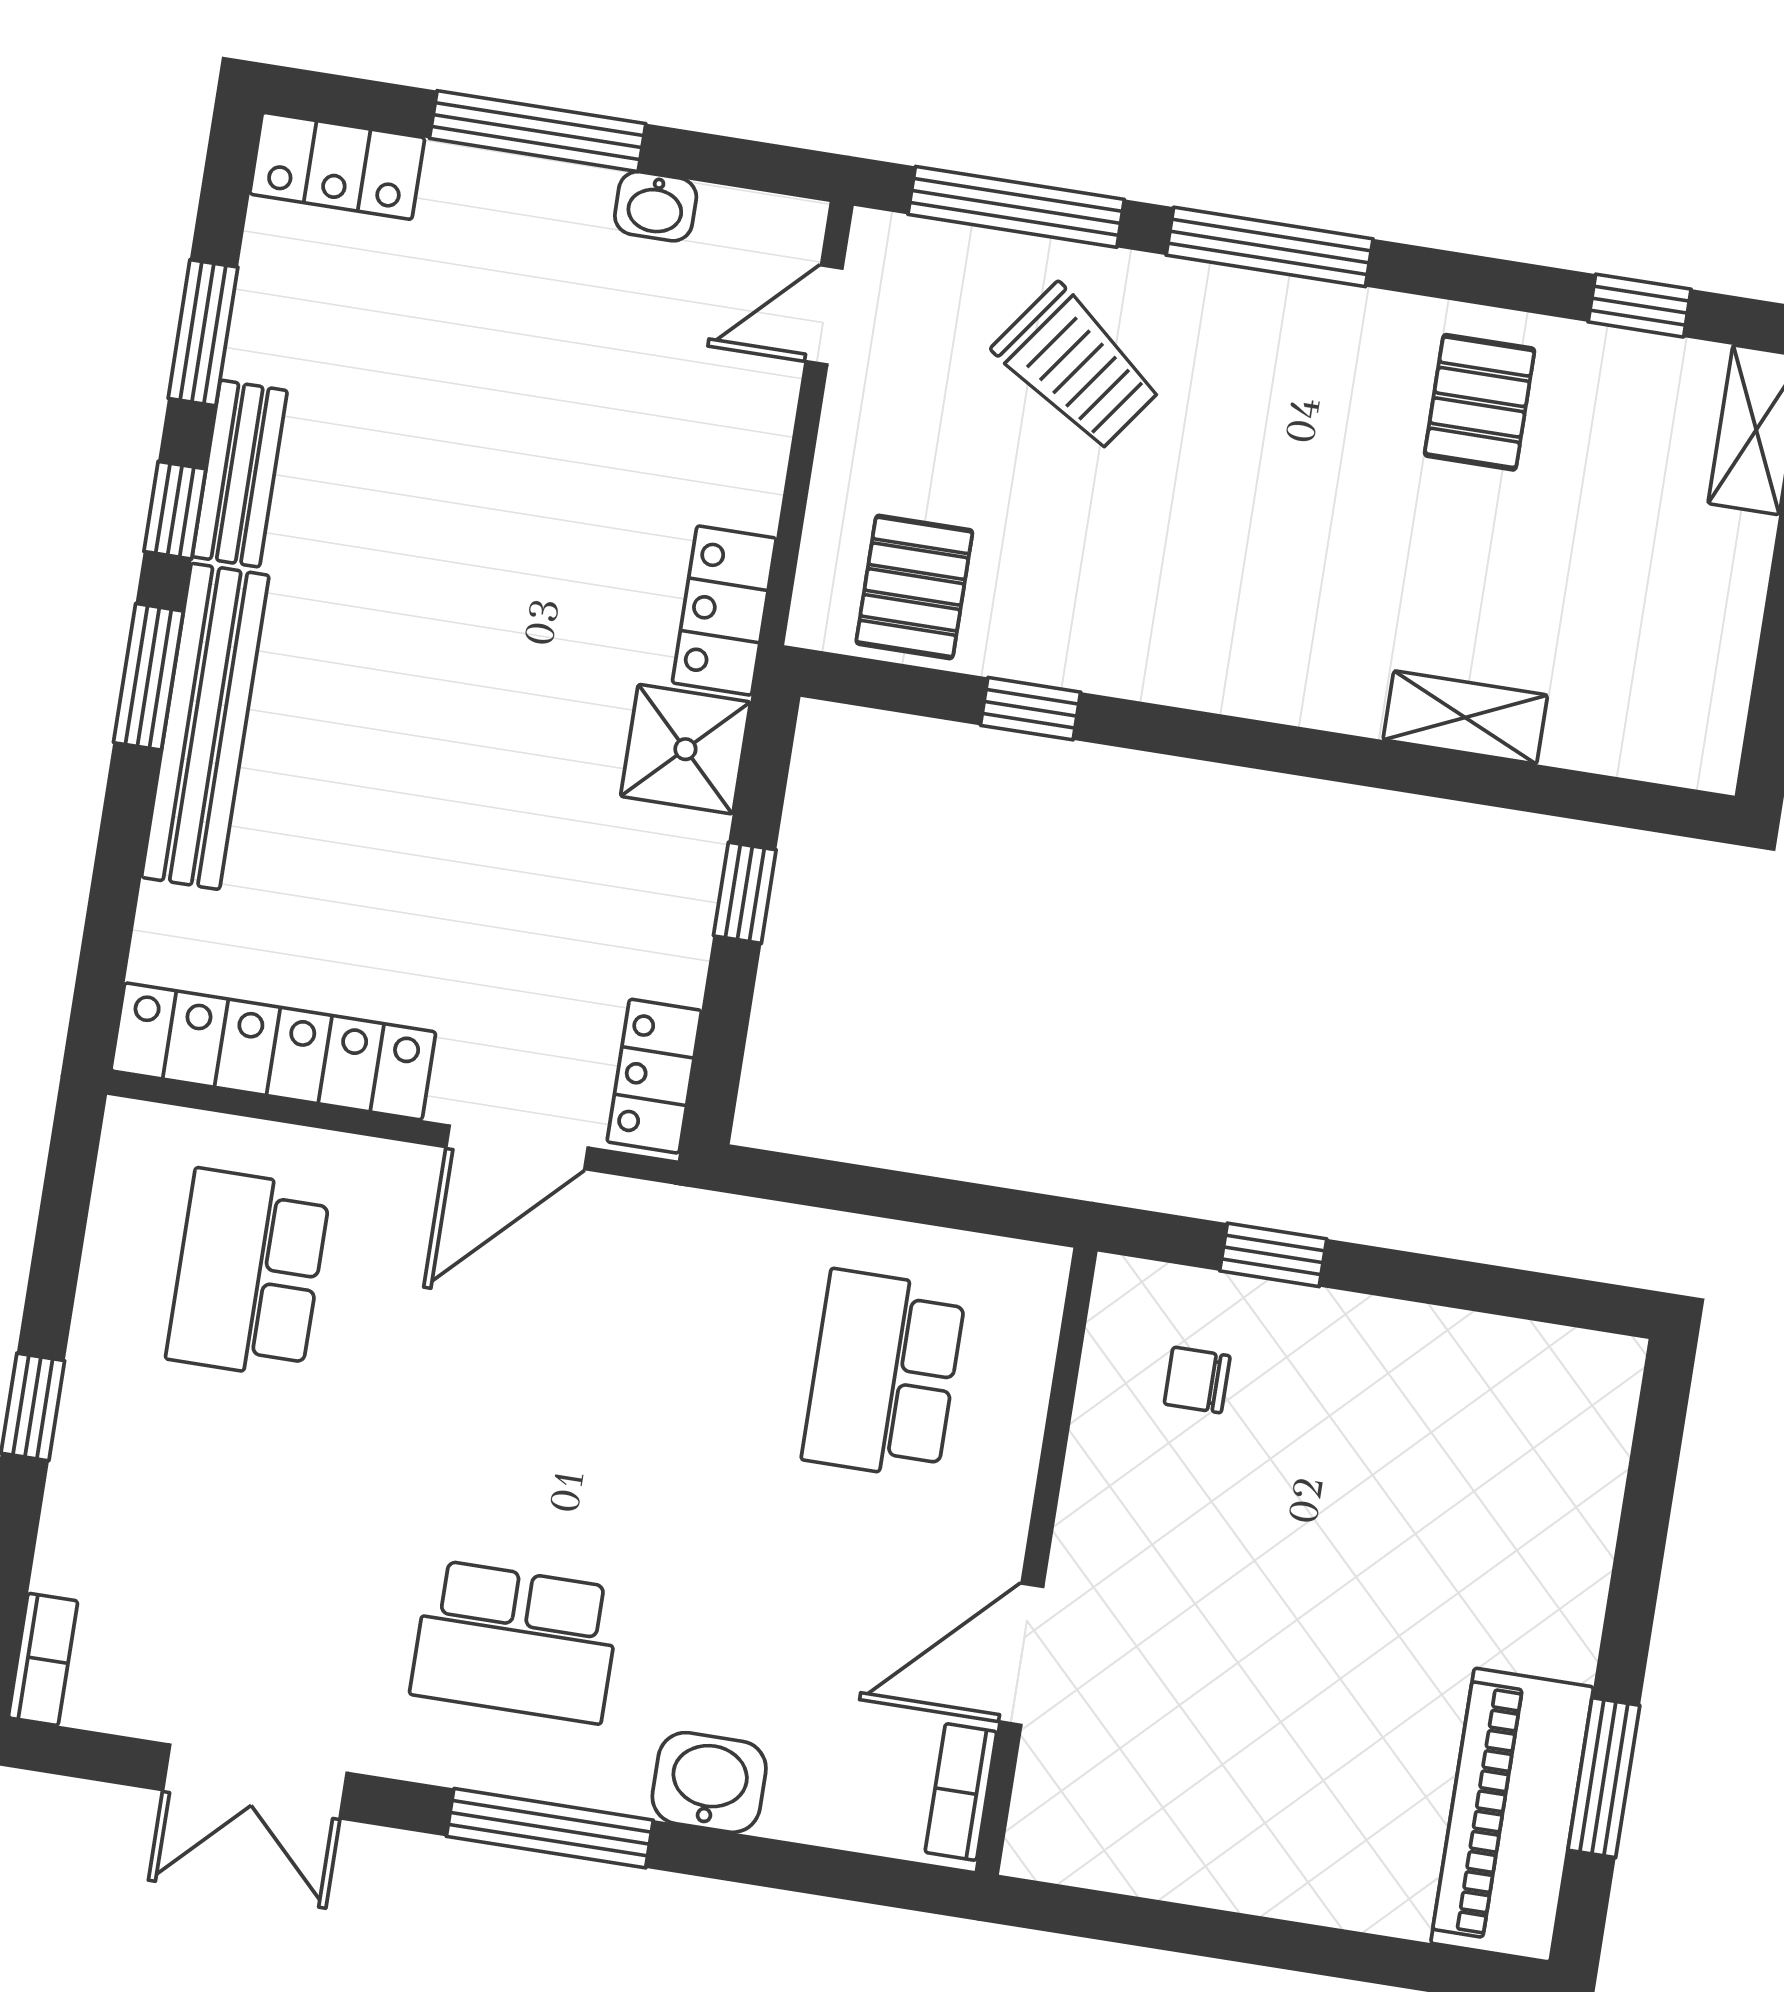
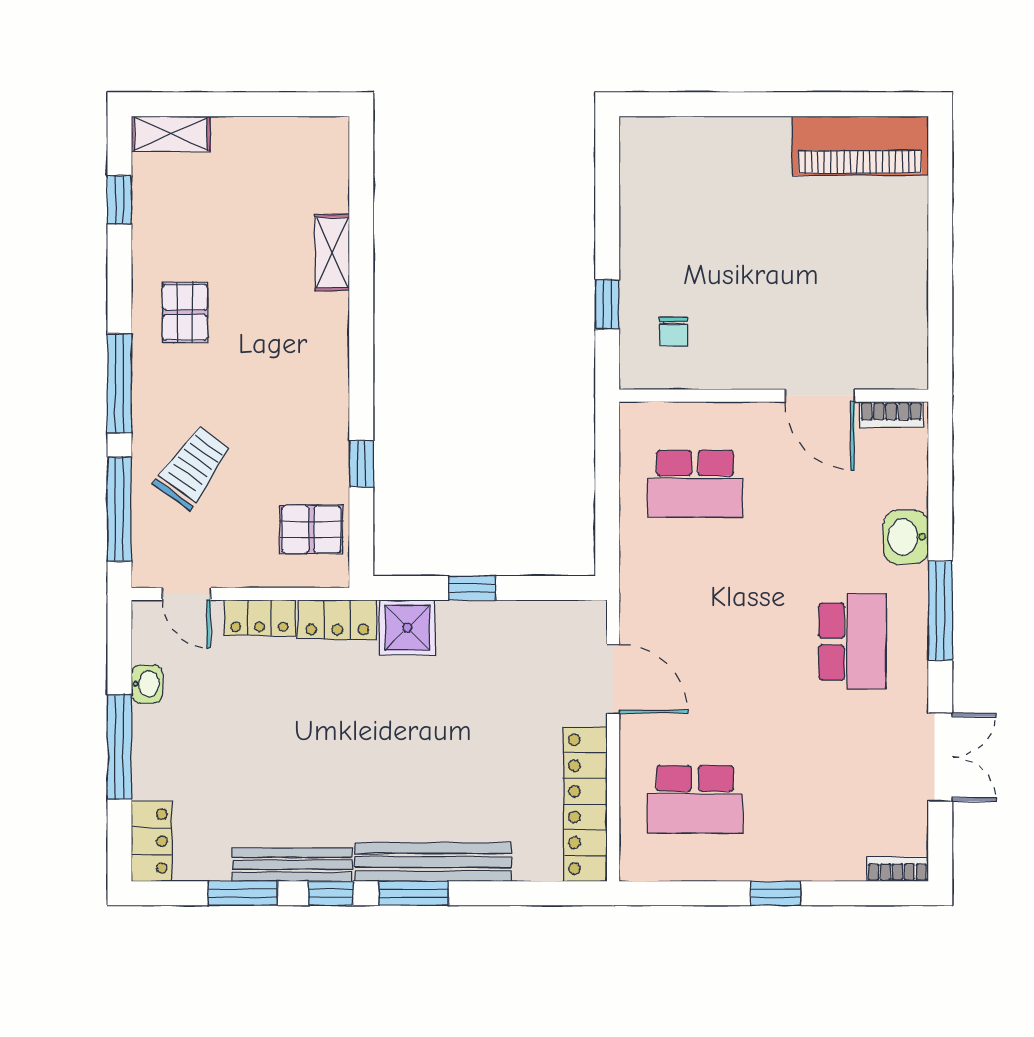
pallet: (1480, 402) -> (185, 312), moved, turned 90
bench: (240, 474) -> (292, 865), width x1.36
locker: (654, 1076) -> (260, 618), moved
window: (1604, 1778) -> (835, 104), removed

